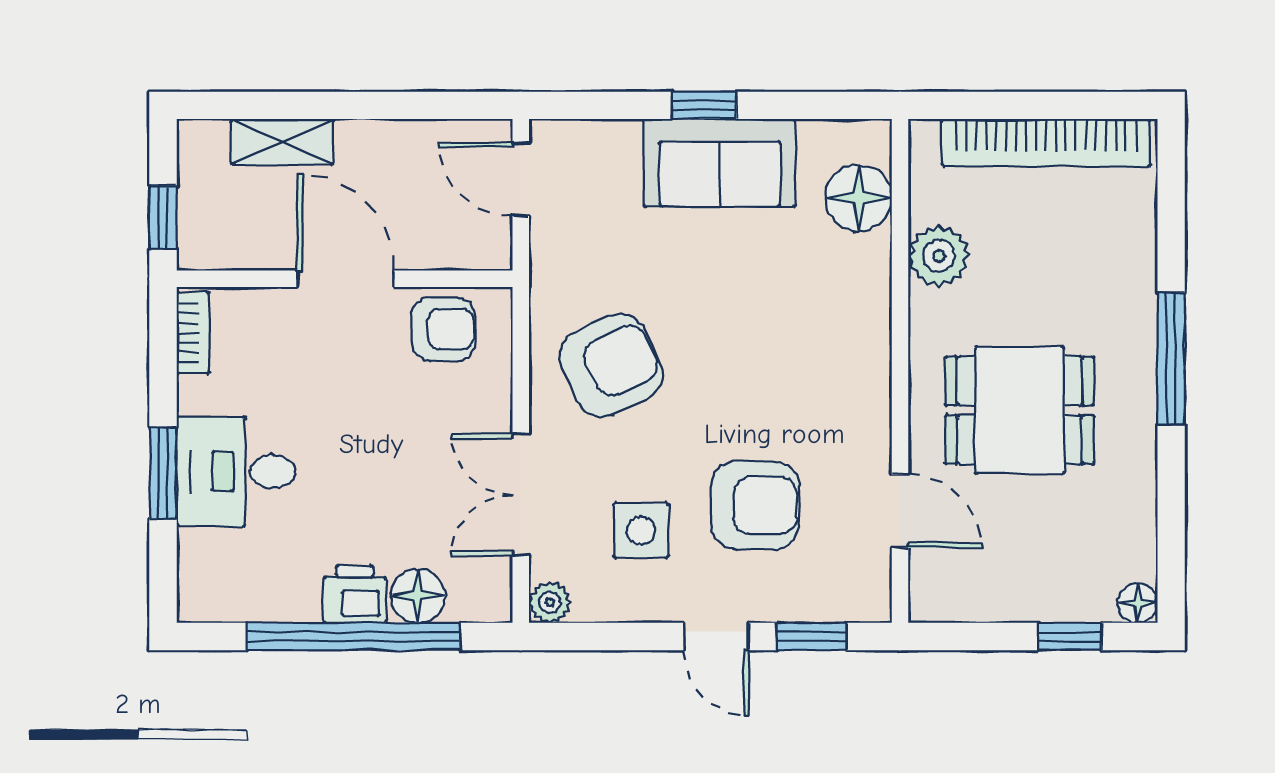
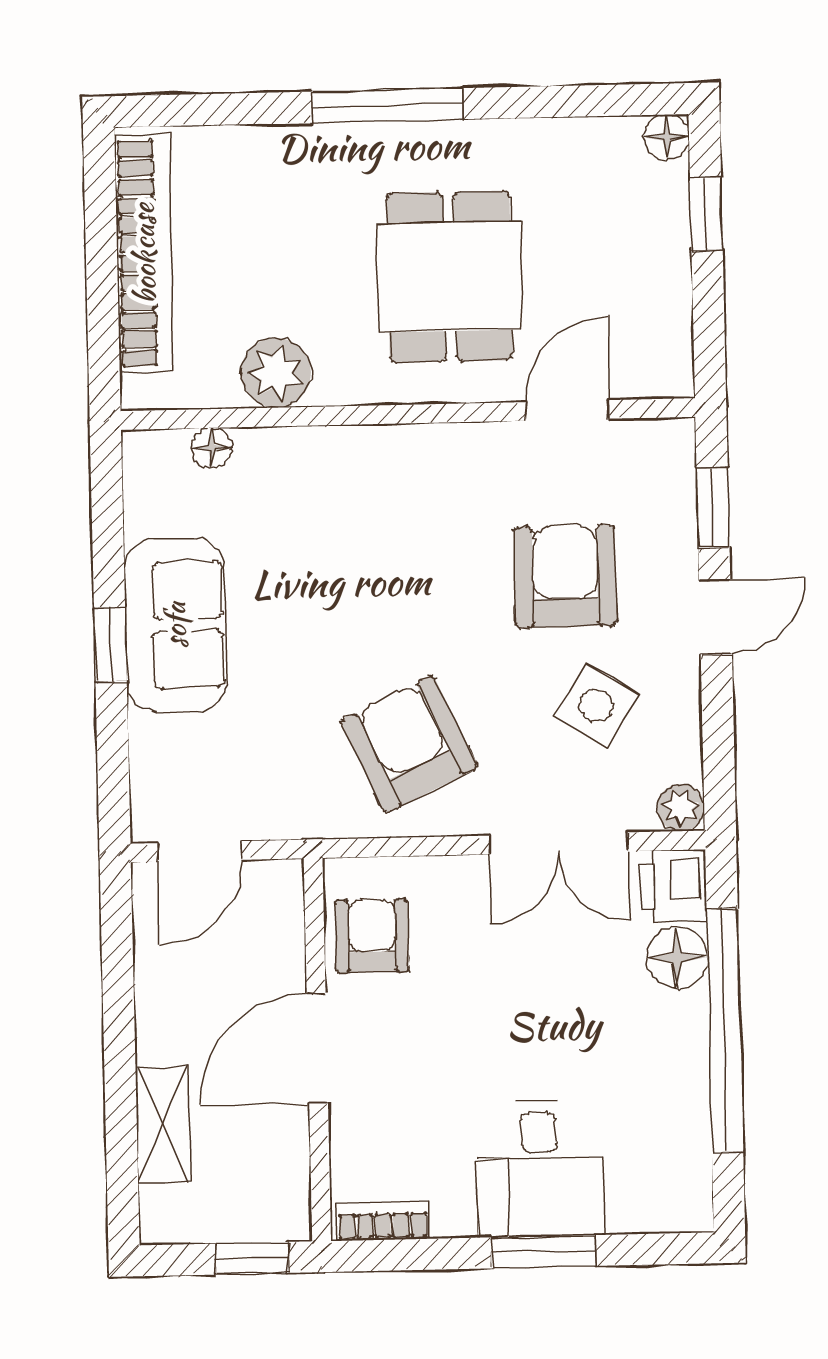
floor lamp: (858, 198) -> (211, 448), width x0.53, depth x0.53
side table: (641, 530) -> (596, 705), turned 32
printer: (355, 594) -> (673, 886), moved

